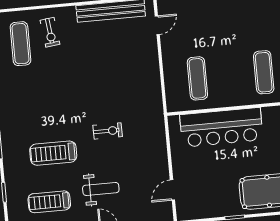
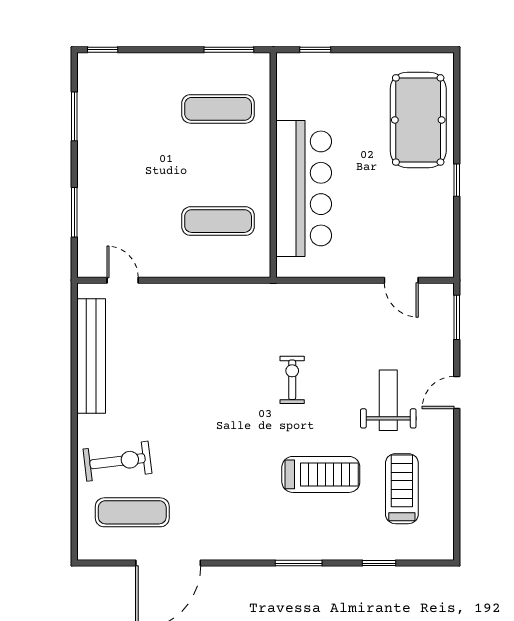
exercise bike: (50, 32) -> (117, 461), width x1.38, depth x1.39
treadmill: (53, 153) -> (321, 474), turned -90
treadmill: (49, 202) -> (402, 489), turned 180

